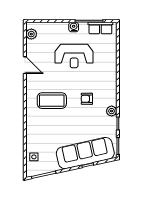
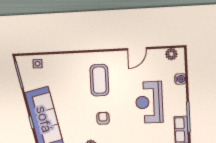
water cooler: (74, 27) -> (180, 79), moved

